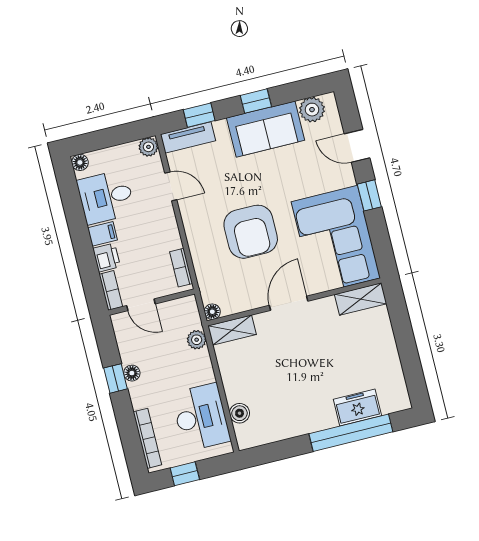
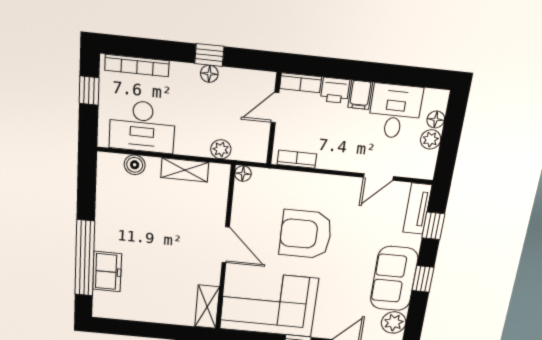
plant: (148, 147) -> (431, 139), moved
floor lamp: (80, 162) -> (436, 120), moved
shelving: (232, 330) -> (185, 170), moved, turned 90

